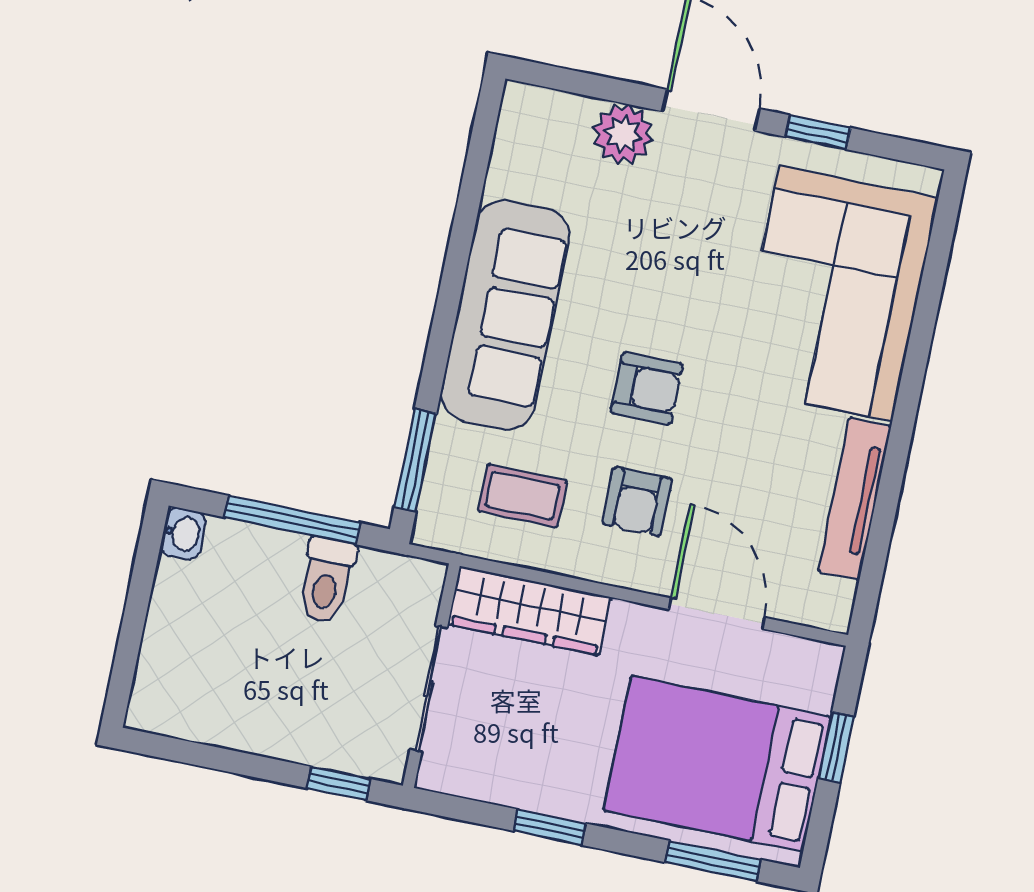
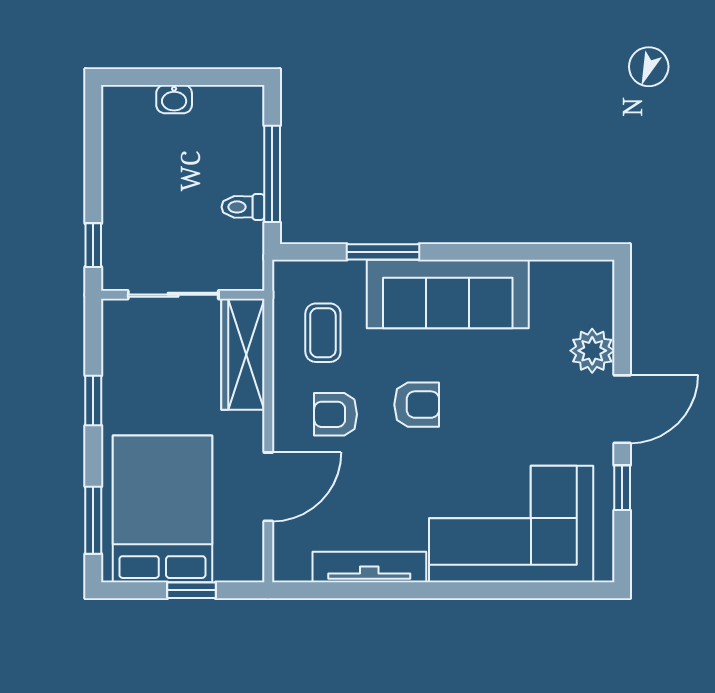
armchair: (647, 388) -> (417, 405), turned -90
window: (415, 460) -> (383, 252), moved
washbasin: (183, 534) -> (174, 99), moved
toilet: (327, 580) -> (243, 207), width x0.73, depth x0.72

